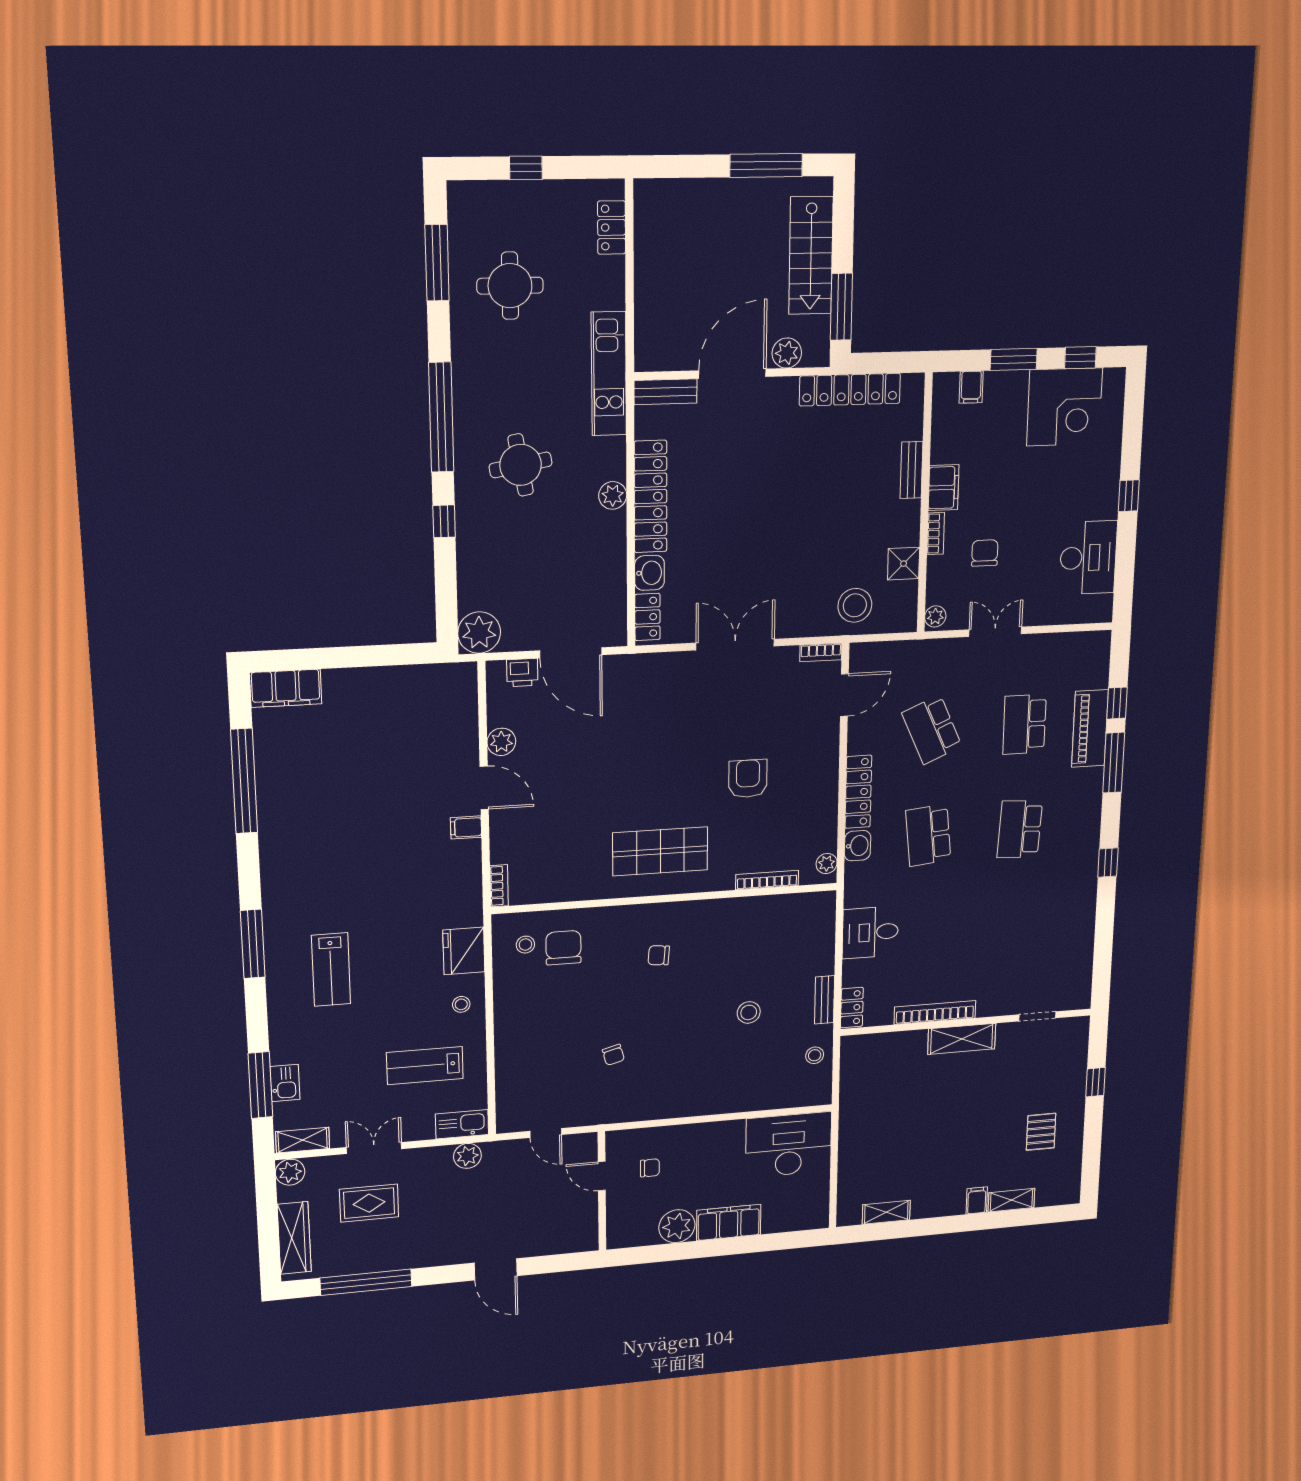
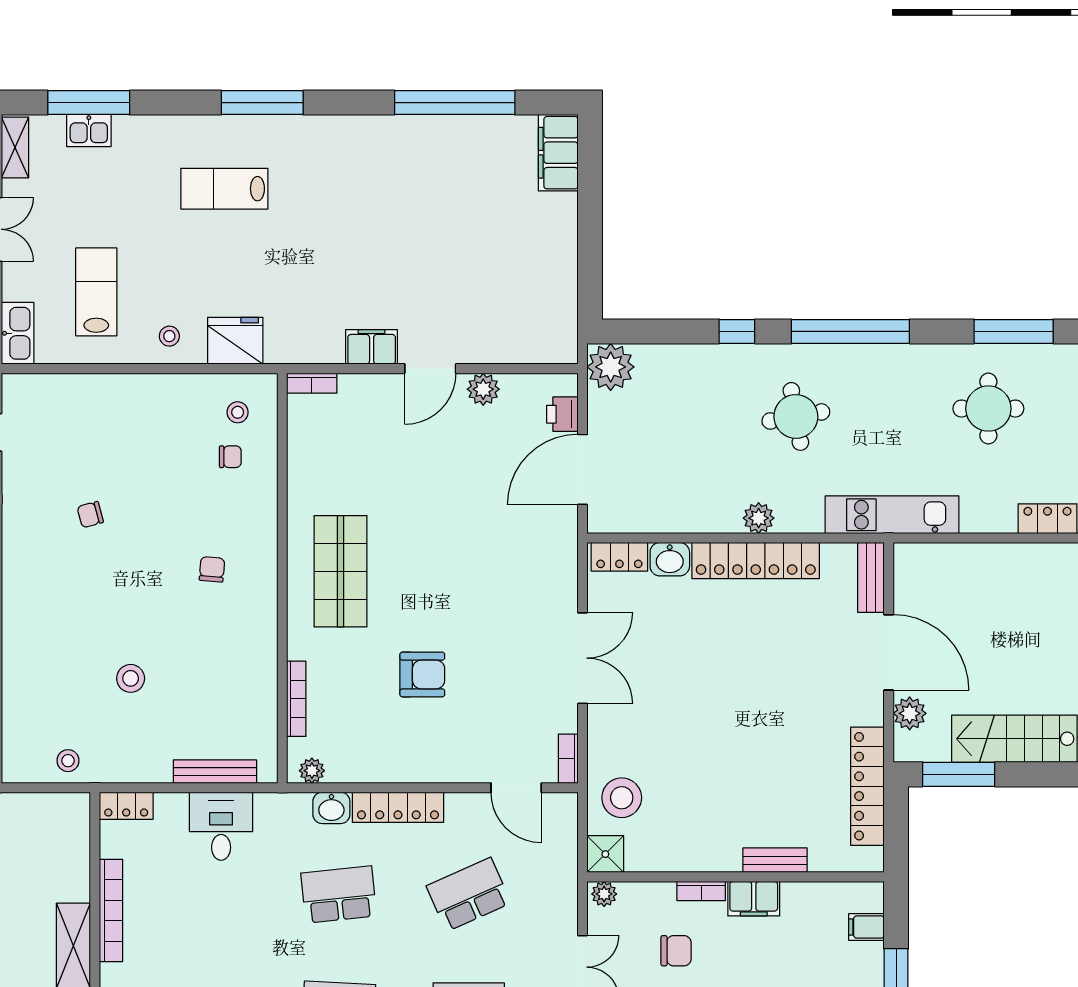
shower: (904, 564) -> (605, 854), moved
filing cabinet: (466, 827) -> (372, 347), width x2.00
chair: (564, 948) -> (230, 457), width x0.54, depth x0.54
bench: (825, 1000) -> (215, 772), moved, width x1.36

